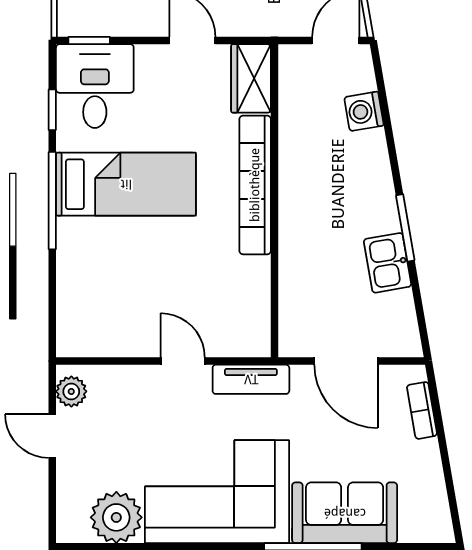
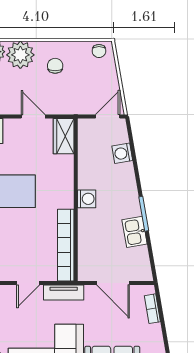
bookcase: (255, 185) -> (66, 245), moved
washing machine: (295, 199) -> (87, 199), added
door: (183, 361) -> (28, 283), swing flipped

